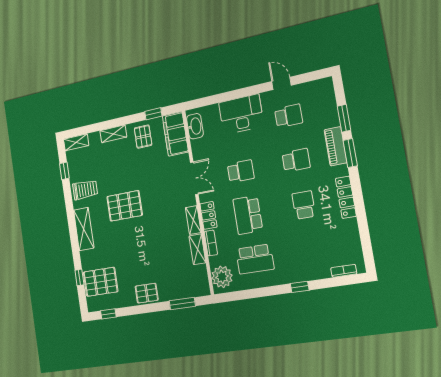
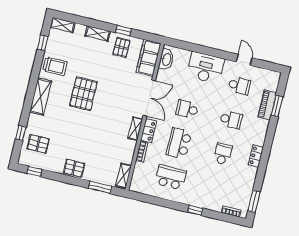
window: (153, 114) -> (123, 31), moved
piano: (336, 146) -> (267, 105), moved
window: (350, 153) -> (254, 201), moved
school desk: (241, 171) -> (187, 109), turned 180
double door: (194, 178) -> (149, 98), width x1.37
locker: (346, 197) -> (256, 156), width x0.66
pallet: (125, 206) -> (84, 94), turned 90
shelving: (197, 249) -> (124, 176), moved
school desk: (255, 259) -> (171, 177), turned 180
plant: (222, 277) -> (140, 180), removed
pallet: (101, 282) -> (38, 144), width x0.67, depth x0.71

